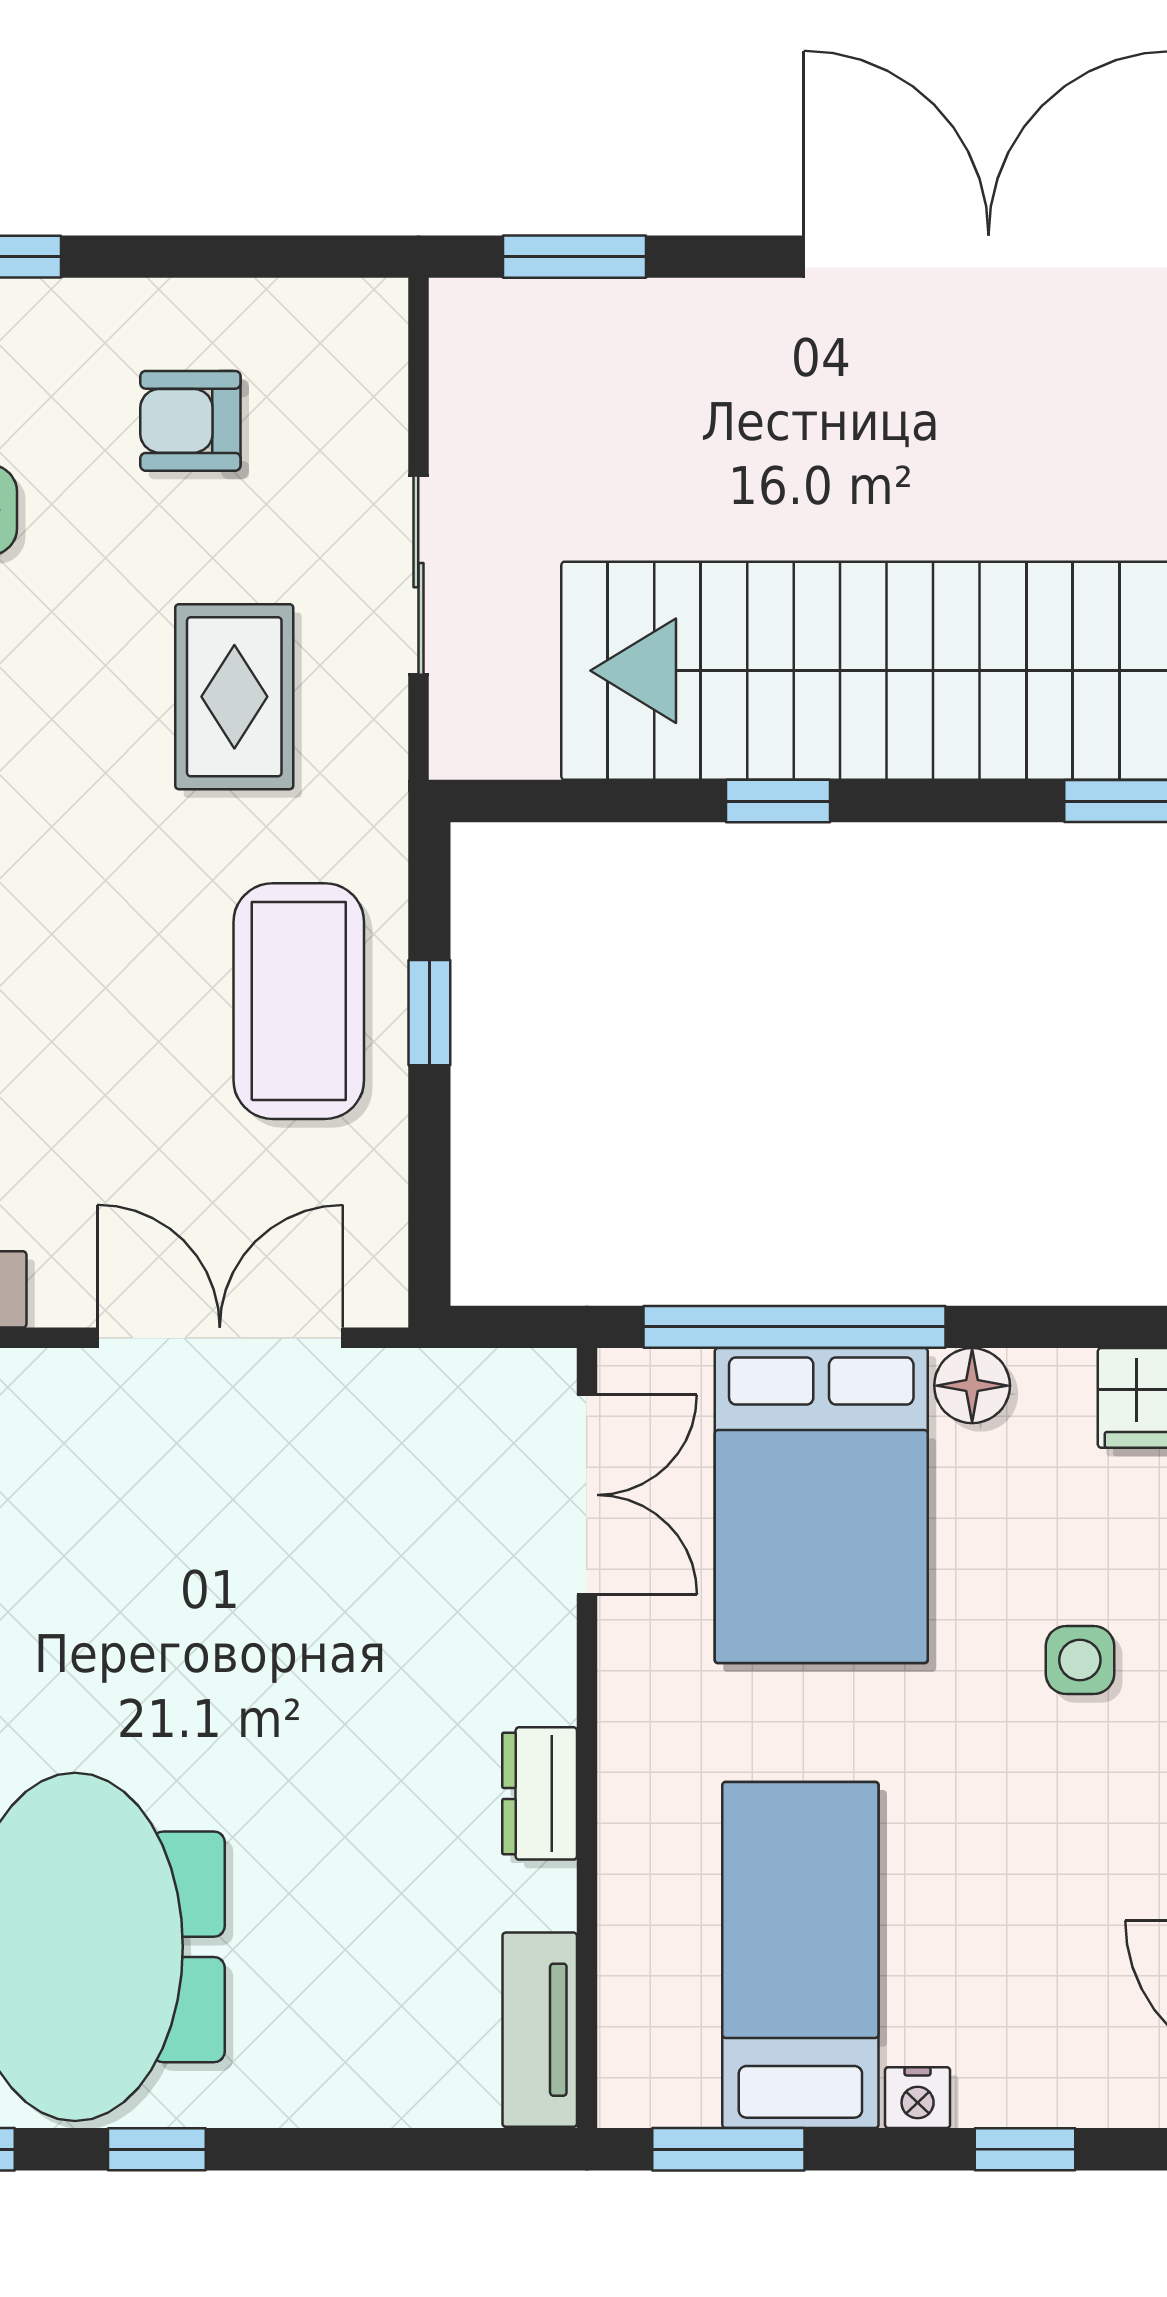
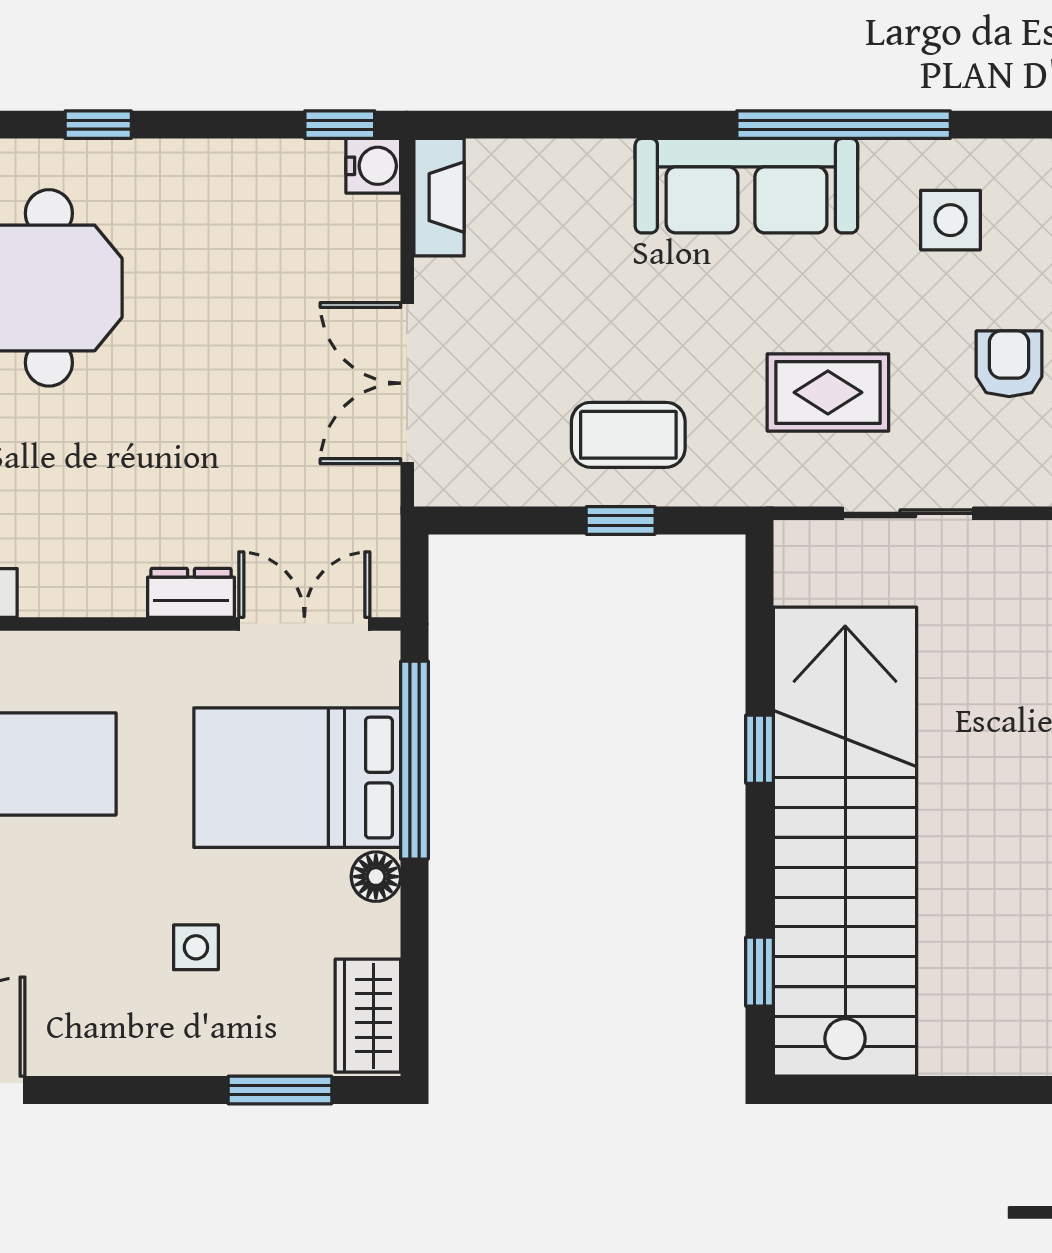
coffee table: (299, 1001) -> (628, 435), width x0.73, depth x0.76
double door: (220, 1338) -> (407, 383), swing flipped
double door: (587, 1495) -> (304, 624), swing flipped
dresser: (540, 1793) -> (191, 593), moved

